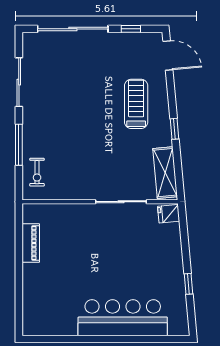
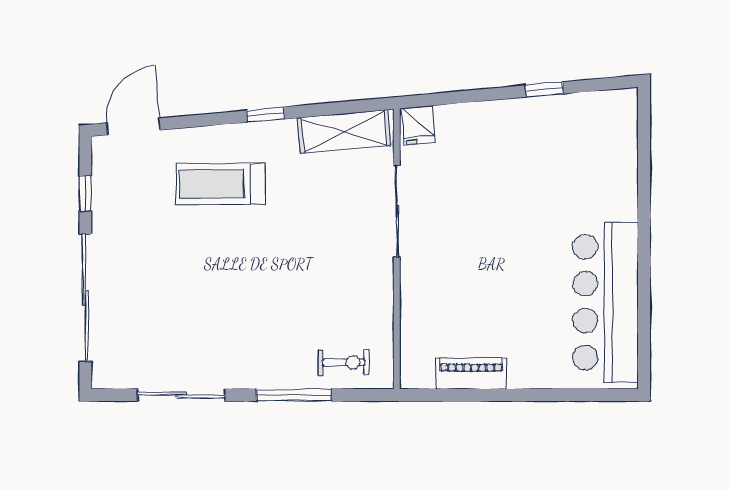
bar counter: (123, 318) -> (606, 302), moved

